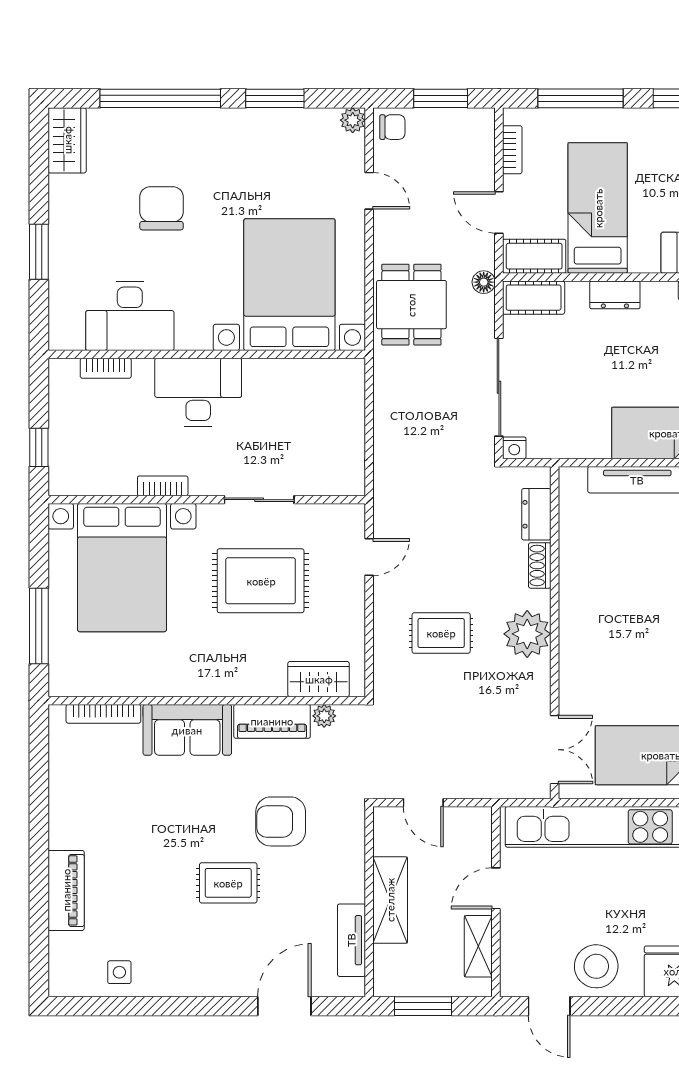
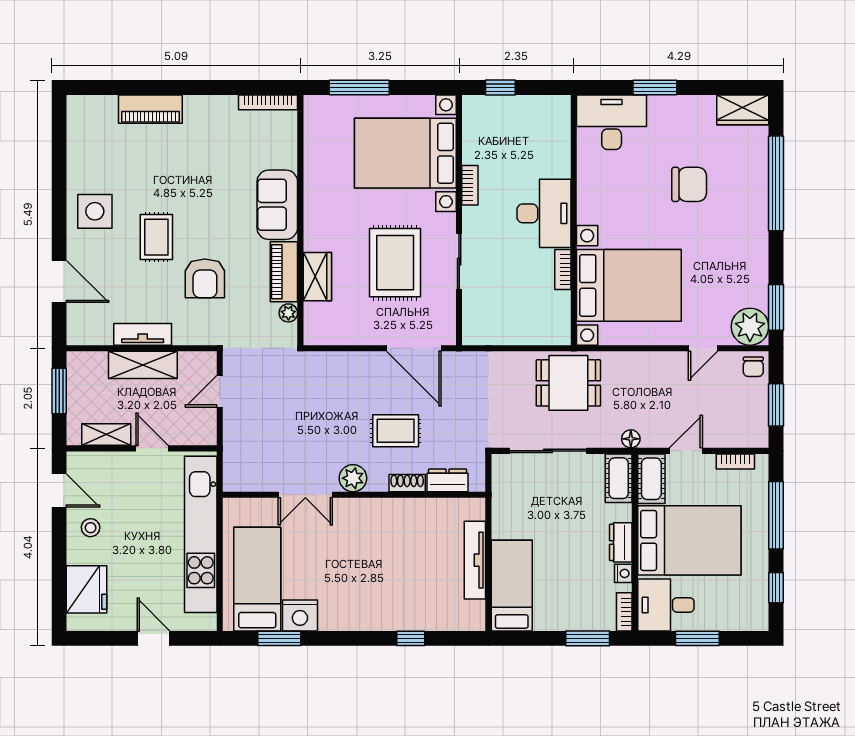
window: (275, 98) -> (776, 307), moved
plant: (353, 120) -> (750, 327), width x1.87, depth x1.87
bed: (598, 208) -> (689, 540), width x1.50
dining table: (411, 305) -> (568, 383), moved
desk: (130, 316) -> (612, 122), moved, turned 90
bookcase: (106, 368) -> (563, 270), moved
nightstand: (514, 448) -> (623, 573), moved, turned 180
door: (369, 557) -> (414, 348), width x1.87
rug: (441, 633) -> (396, 431), moved, turned 90
plant: (527, 634) -> (353, 478), width x0.73, depth x0.73
wardrobe: (319, 679) -> (317, 277), moved
bookcase: (103, 714) -> (268, 102), moved, turned -90
double door: (555, 750) -> (305, 495), moved
armchair: (281, 821) -> (205, 278), turned 180
tv unit: (351, 940) -> (143, 334), moved
stool: (596, 966) -> (91, 528), width x0.53, depth x0.53
side table: (119, 972) -> (95, 211), moved, width x1.87, depth x1.87
door: (549, 1006) -> (59, 491), swing flipped

